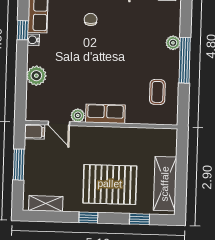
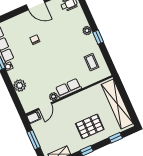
window: (185, 60) -> (98, 37), width x0.46
door: (59, 123) -> (45, 106), hinge flipped
pallet: (110, 184) -> (90, 126), width x0.73, depth x0.71
shelving: (165, 184) -> (117, 104), width x1.47

